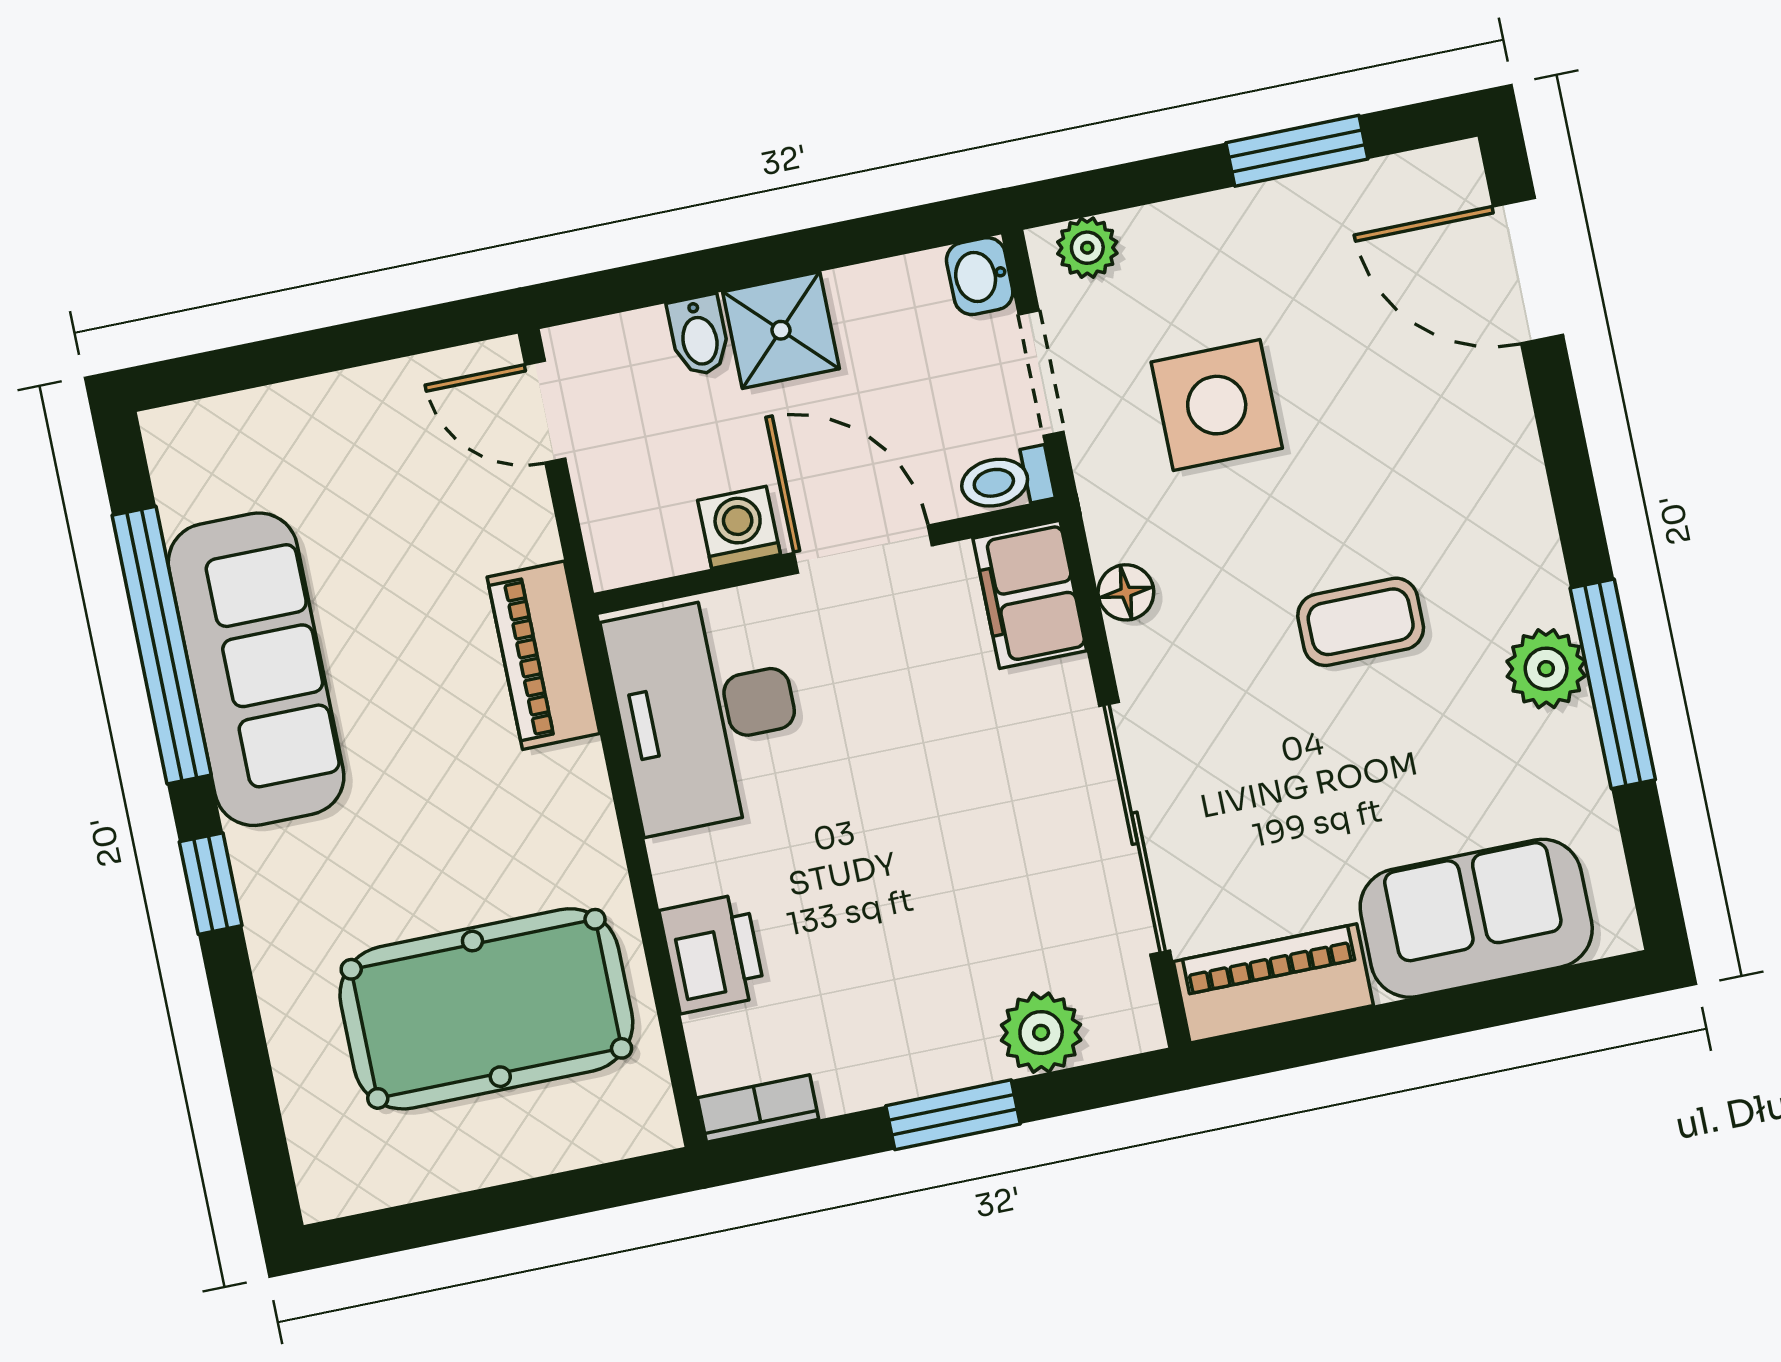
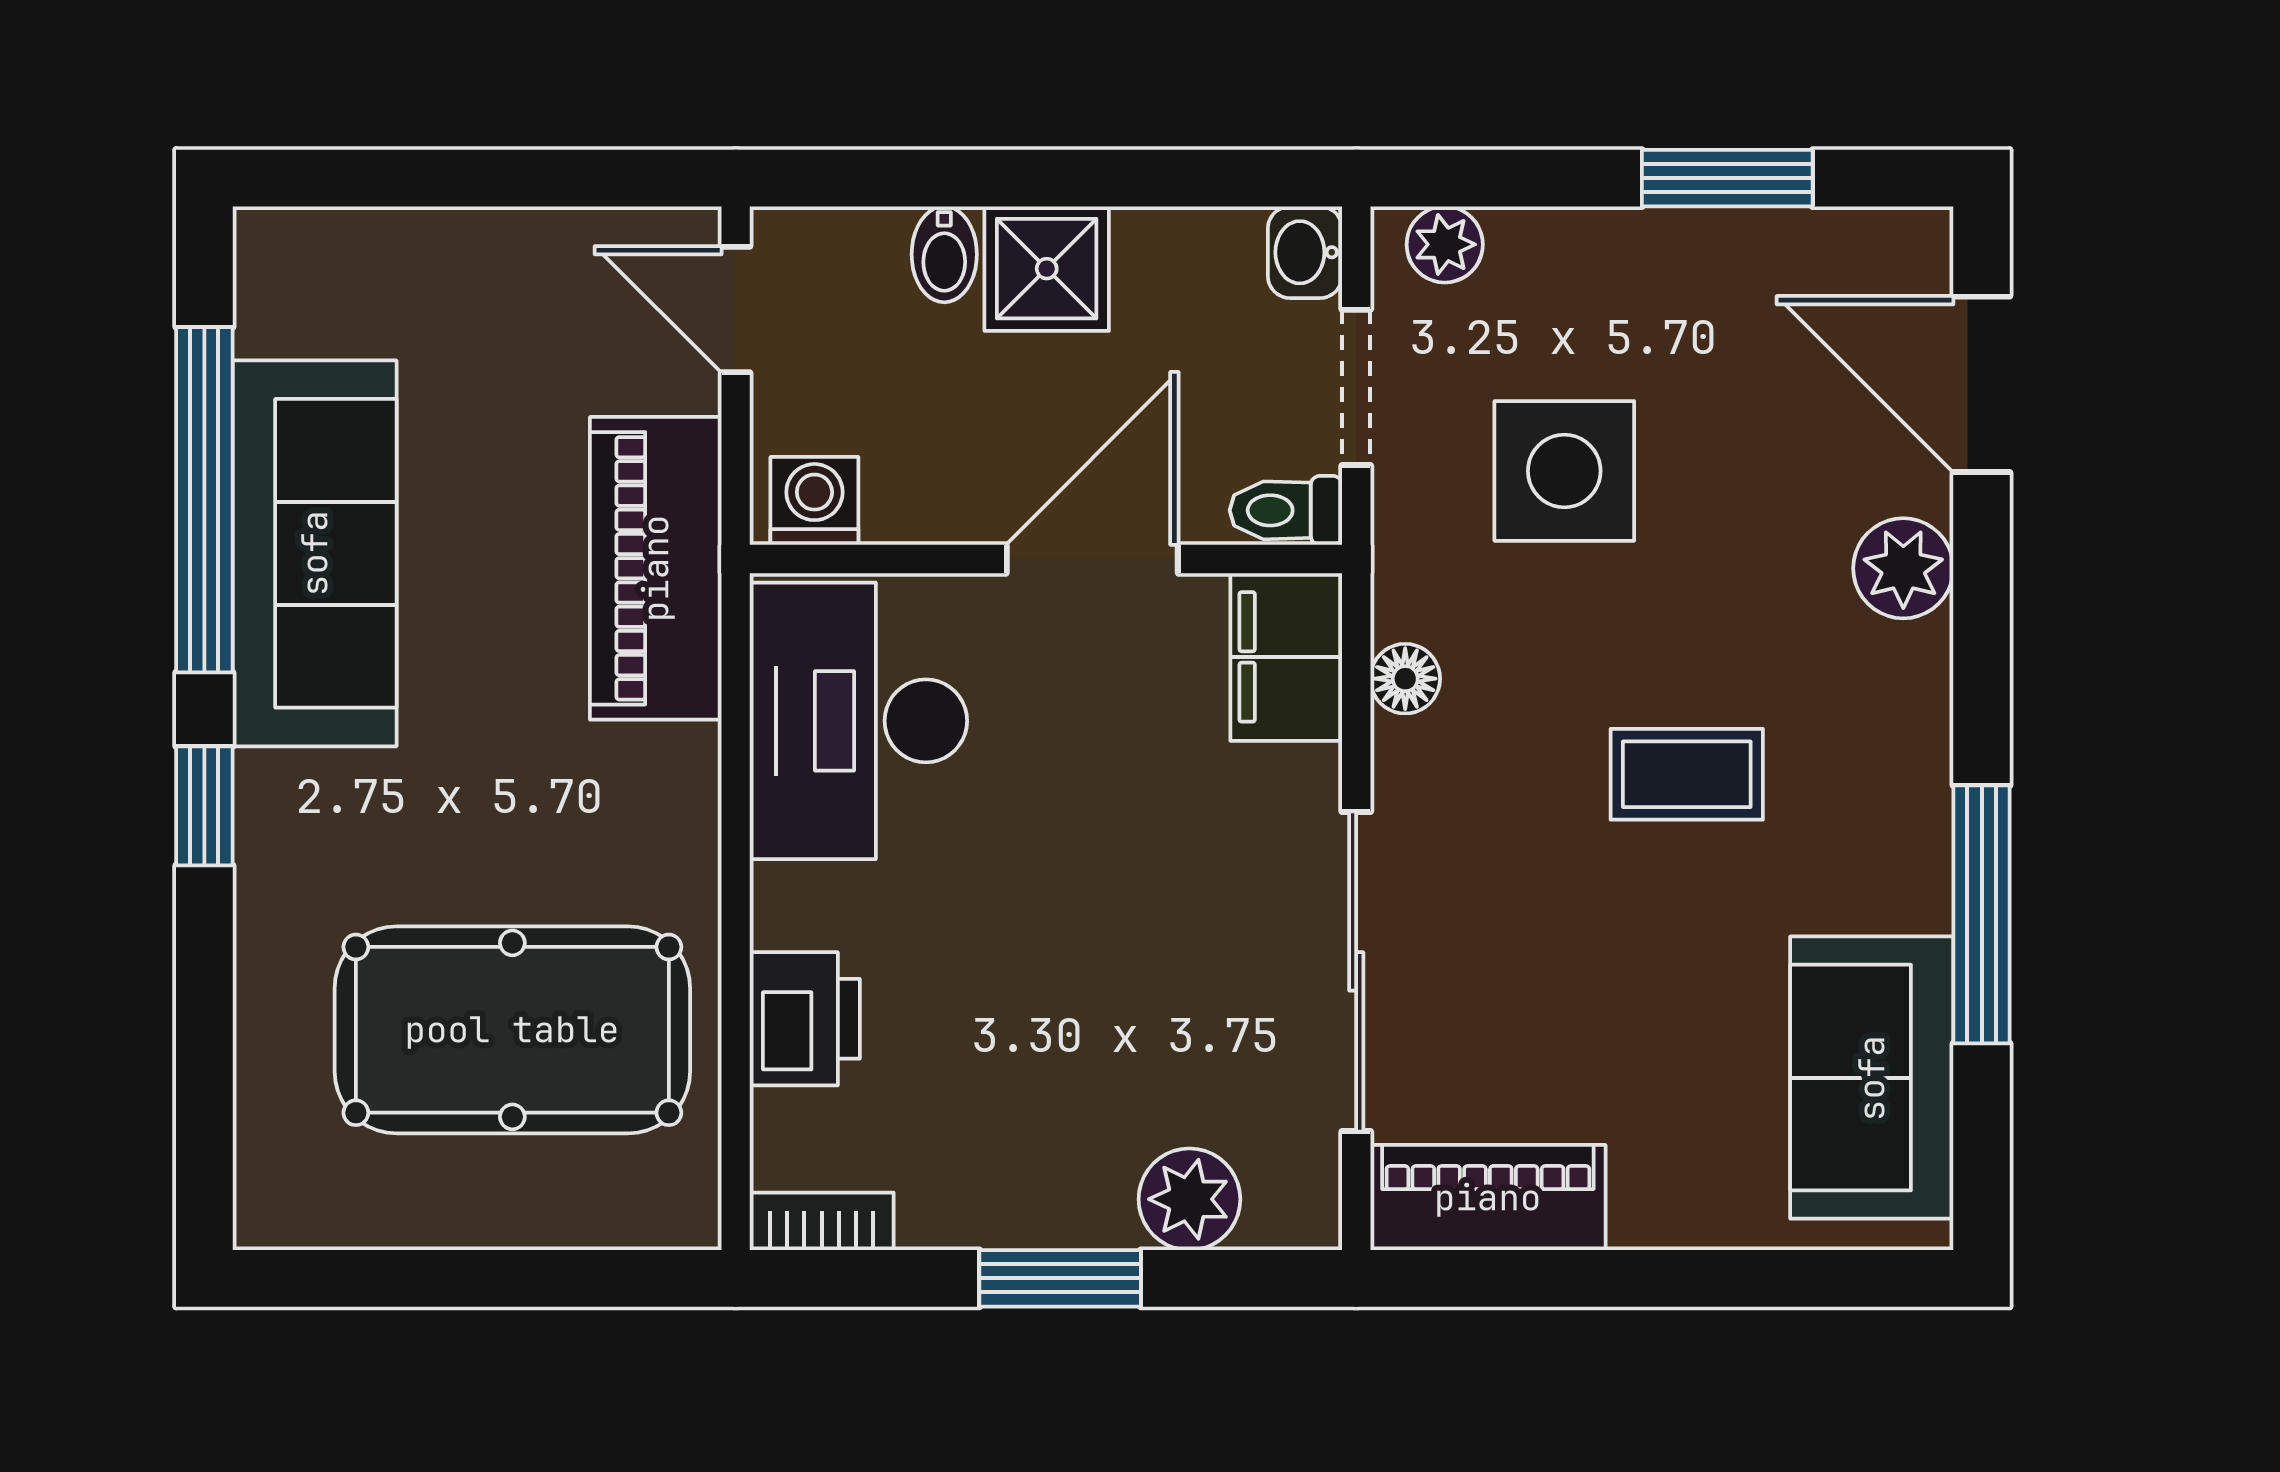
washing machine: (739, 527) -> (814, 501), moved
door: (863, 549) -> (1092, 559), hinge flipped
piano: (543, 655) -> (656, 568), width x1.37, depth x1.33
plant: (1546, 669) -> (1903, 568), moved
sofa: (1476, 918) -> (1872, 1078), moved, turned -90

